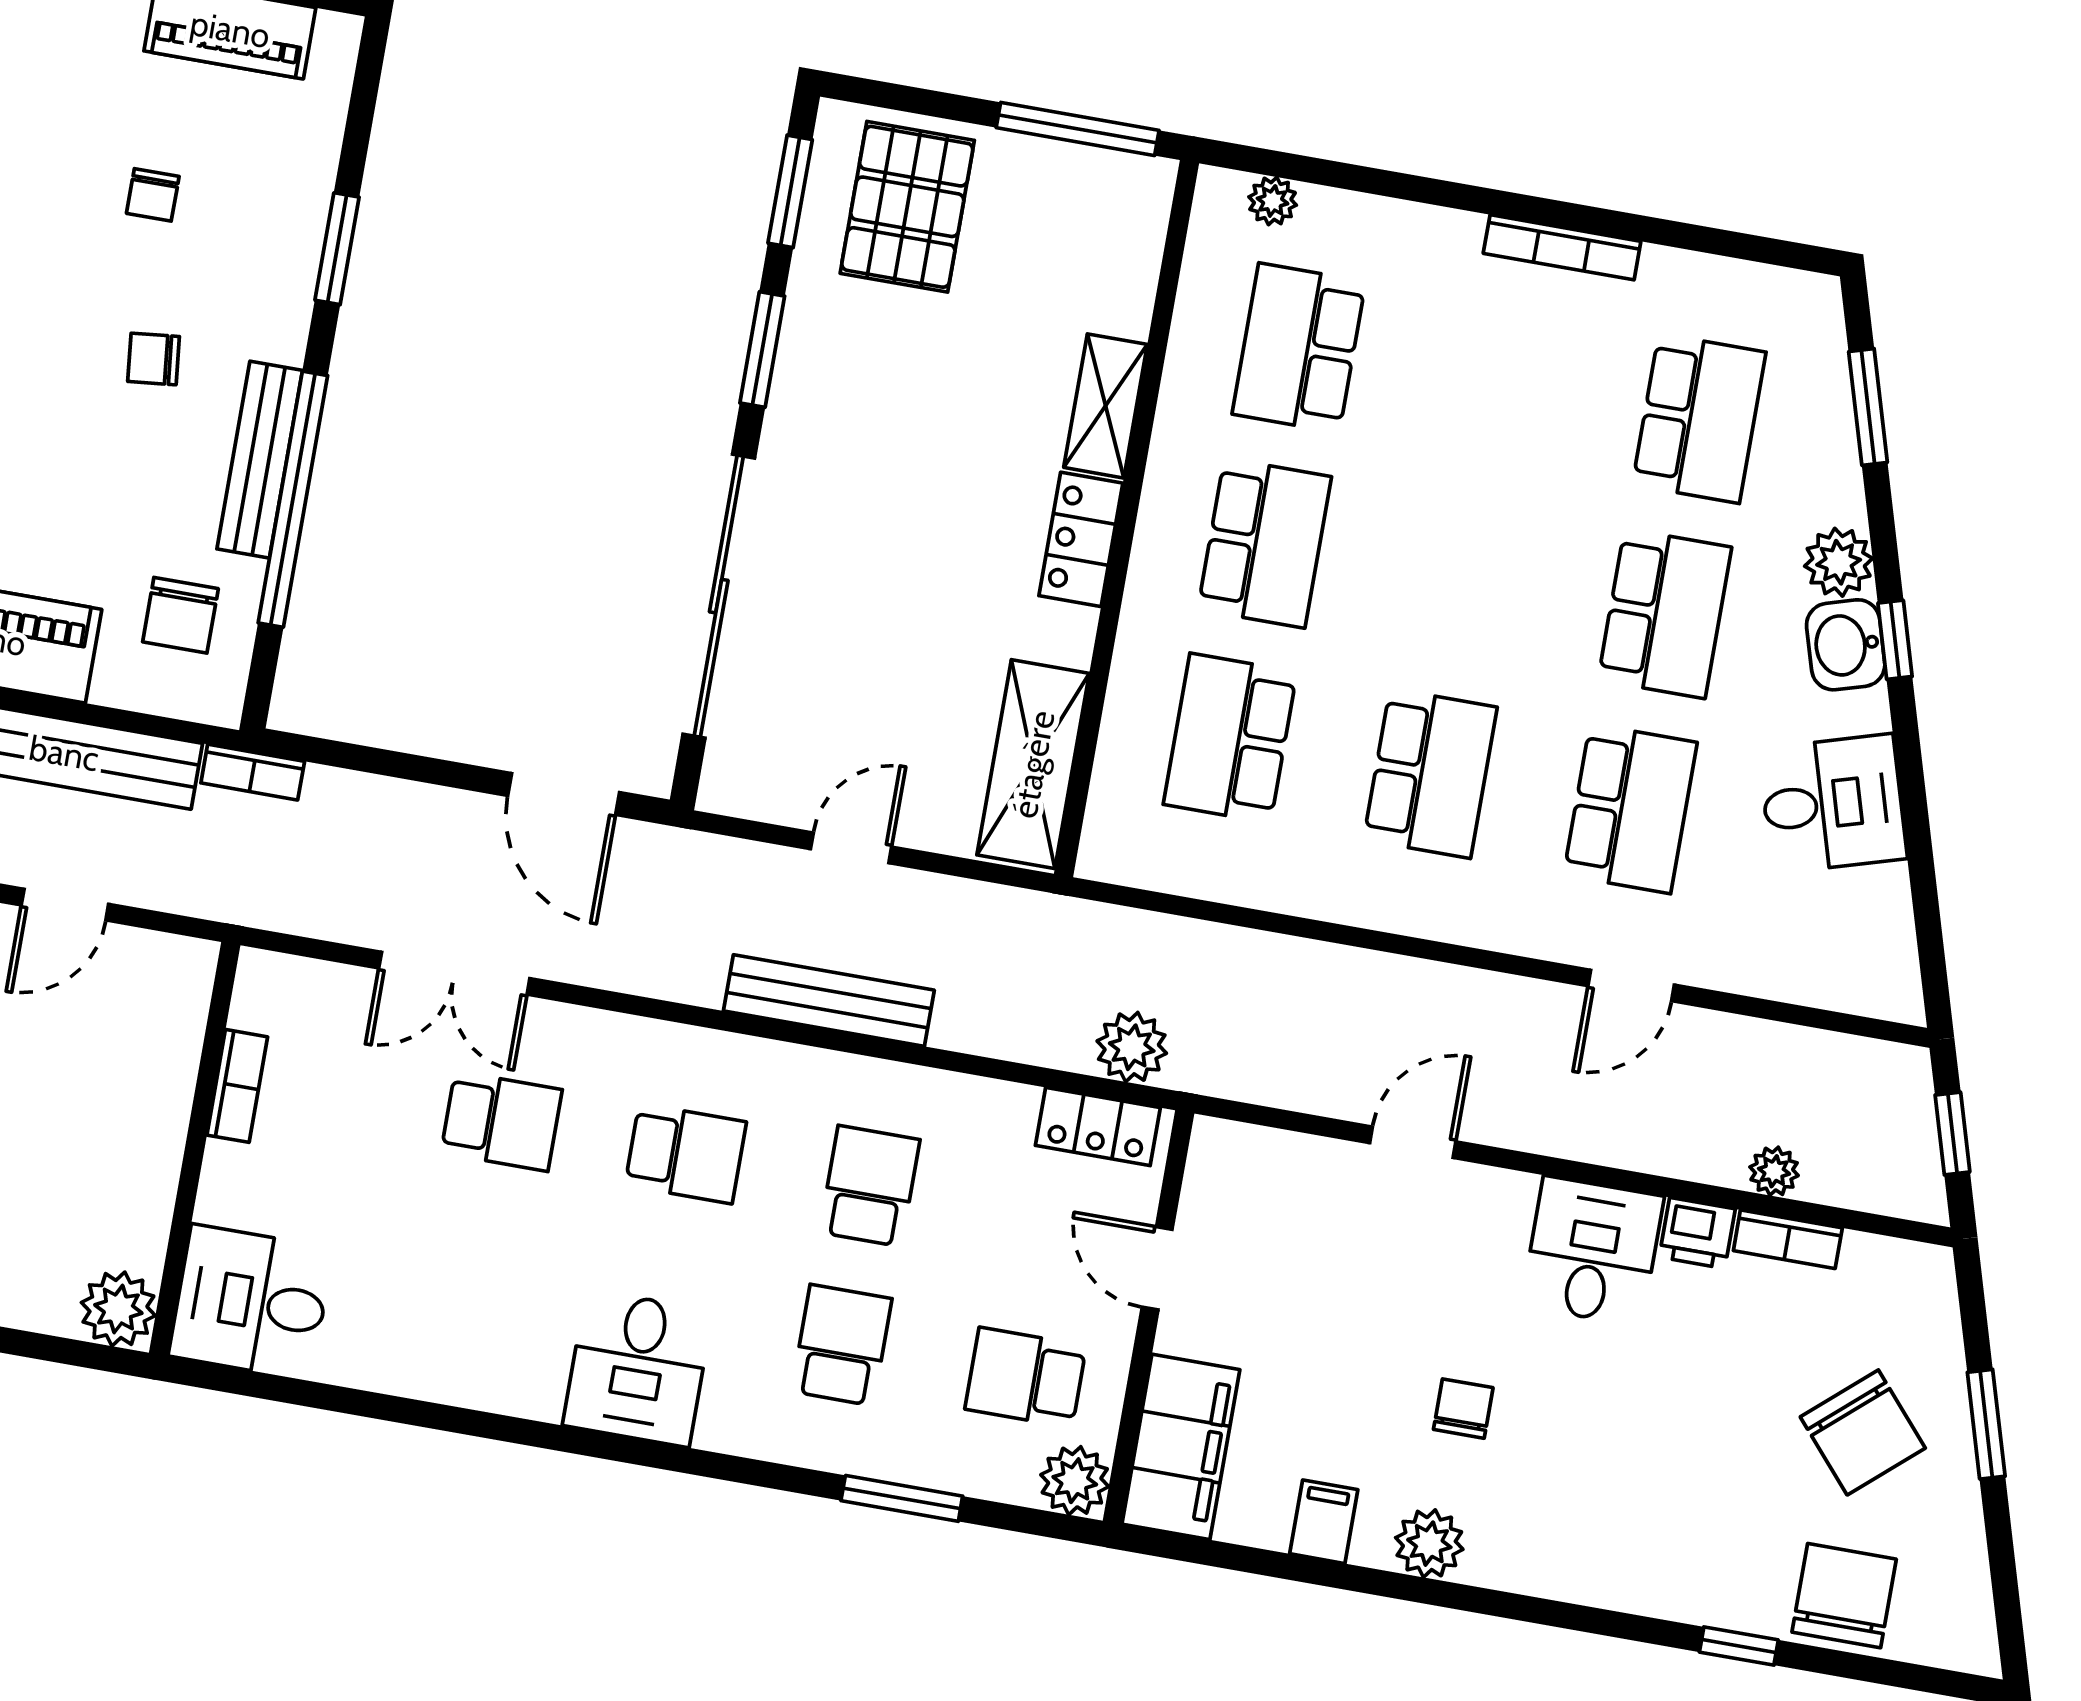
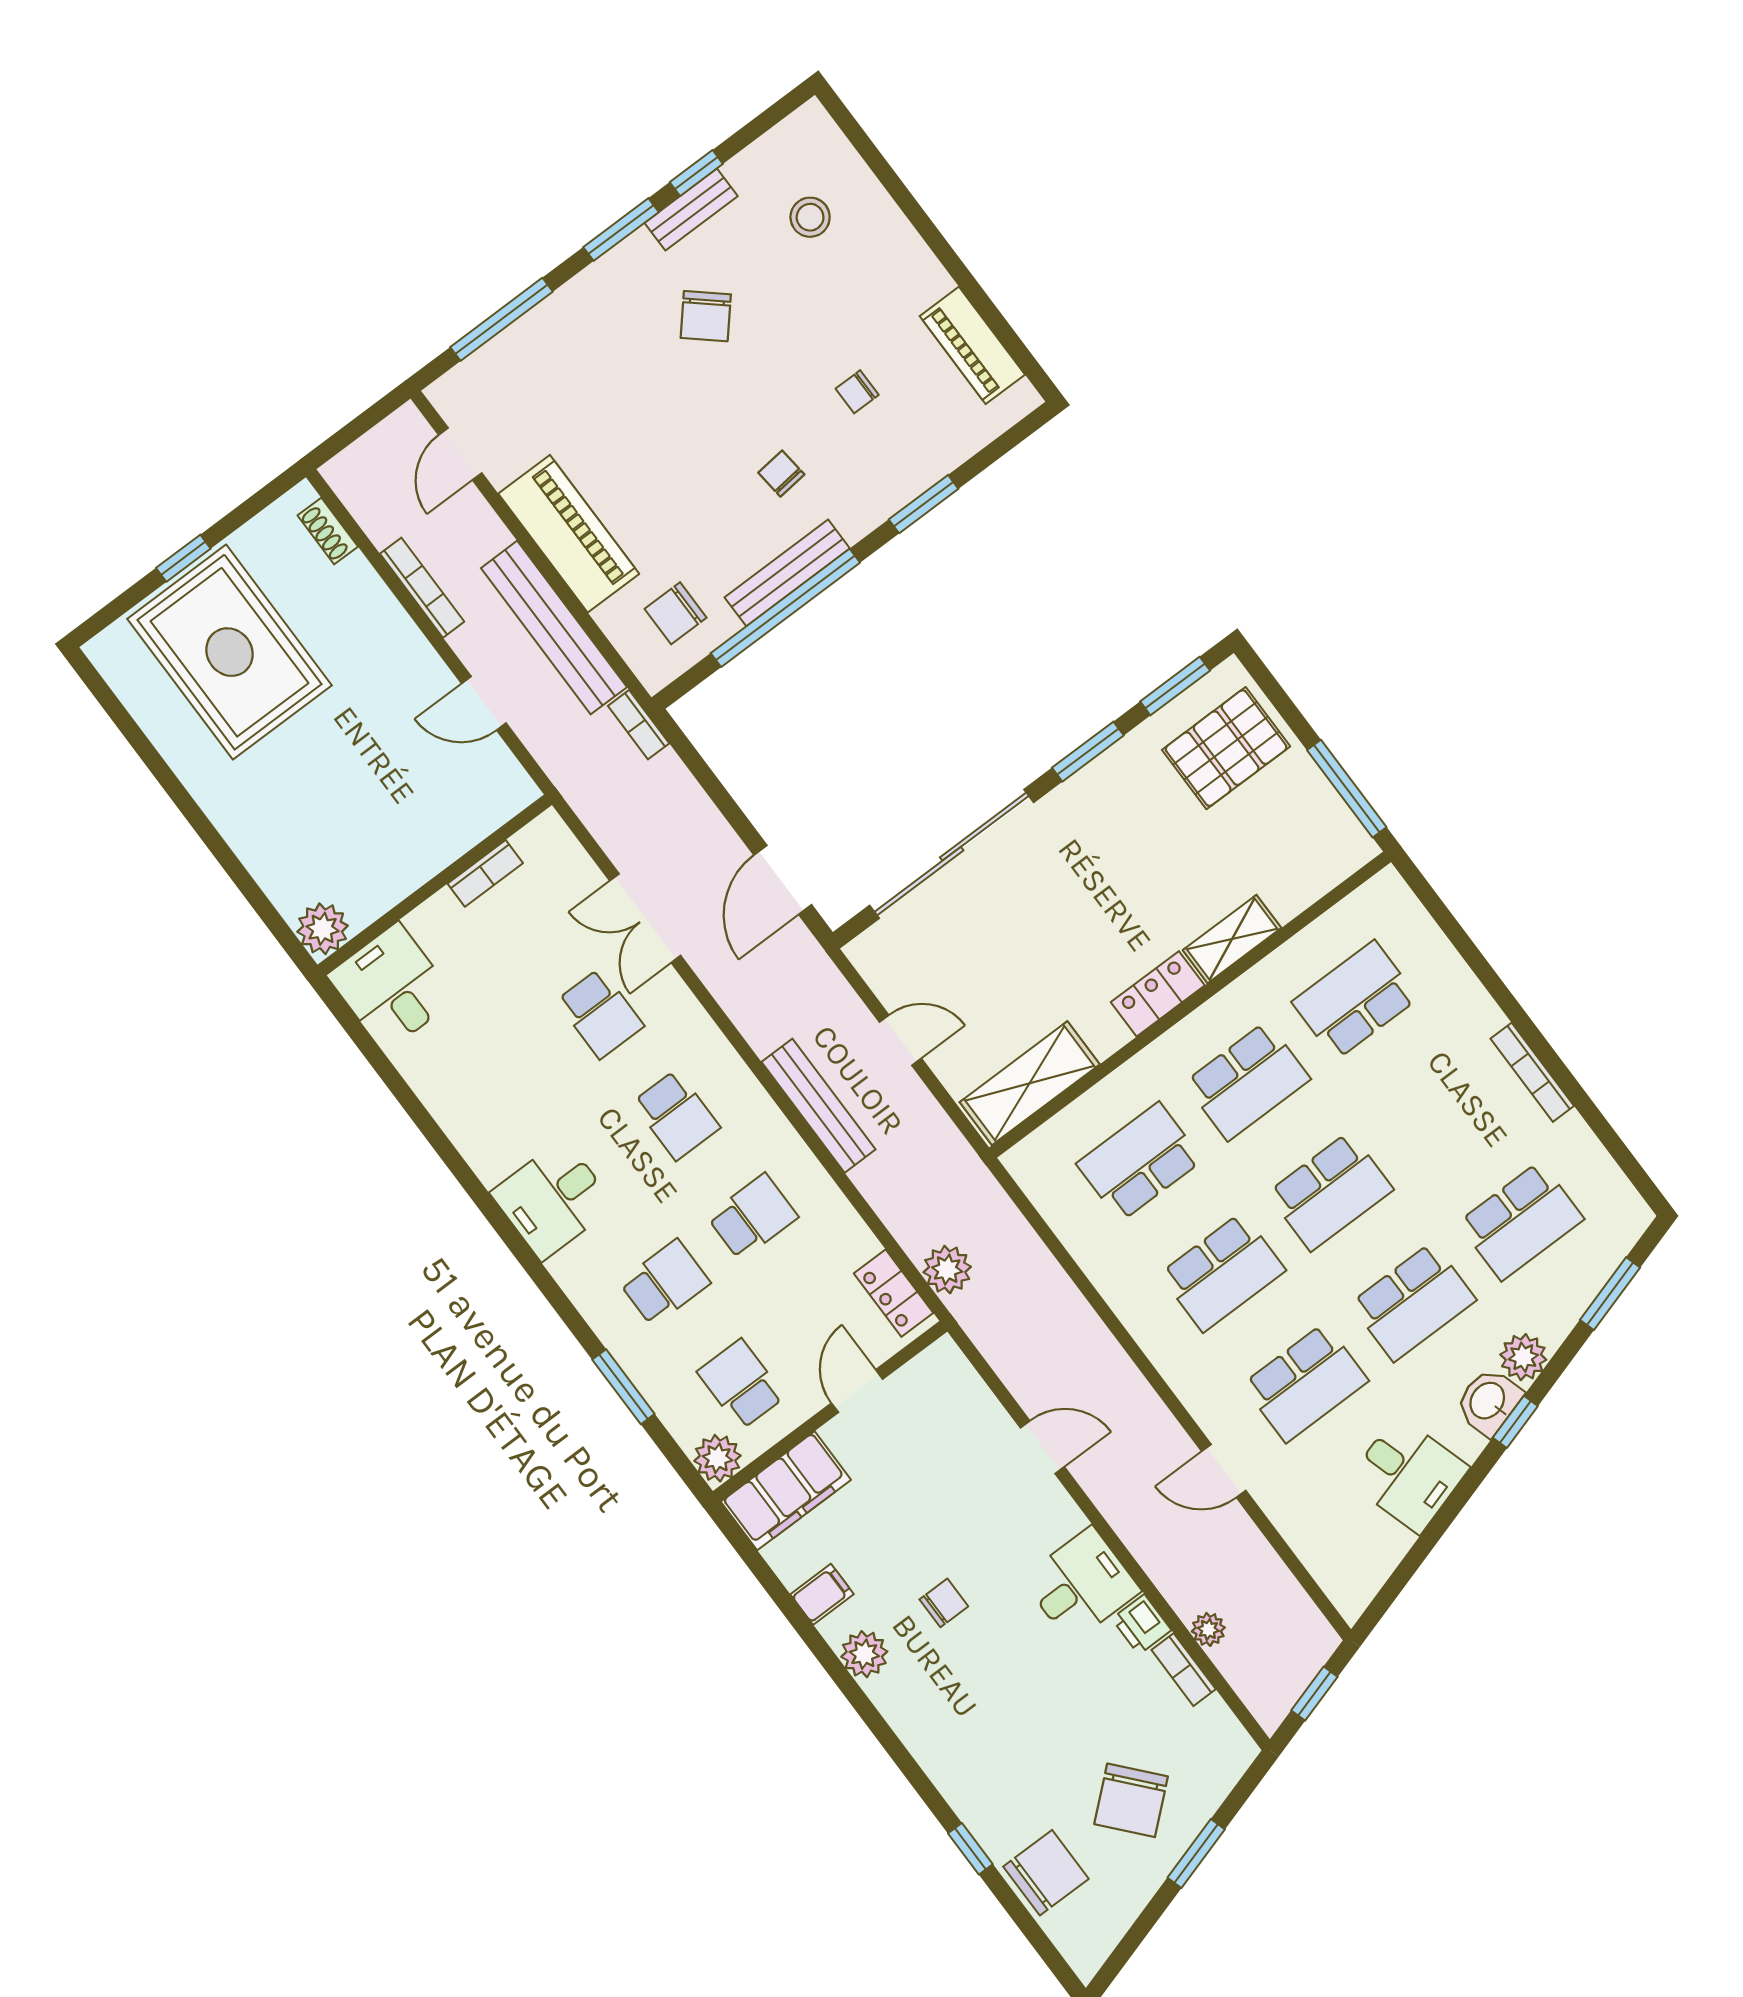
plant: (1273, 201) -> (1410, 915), removed
school desk: (1465, 578) -> (1330, 1191), added

